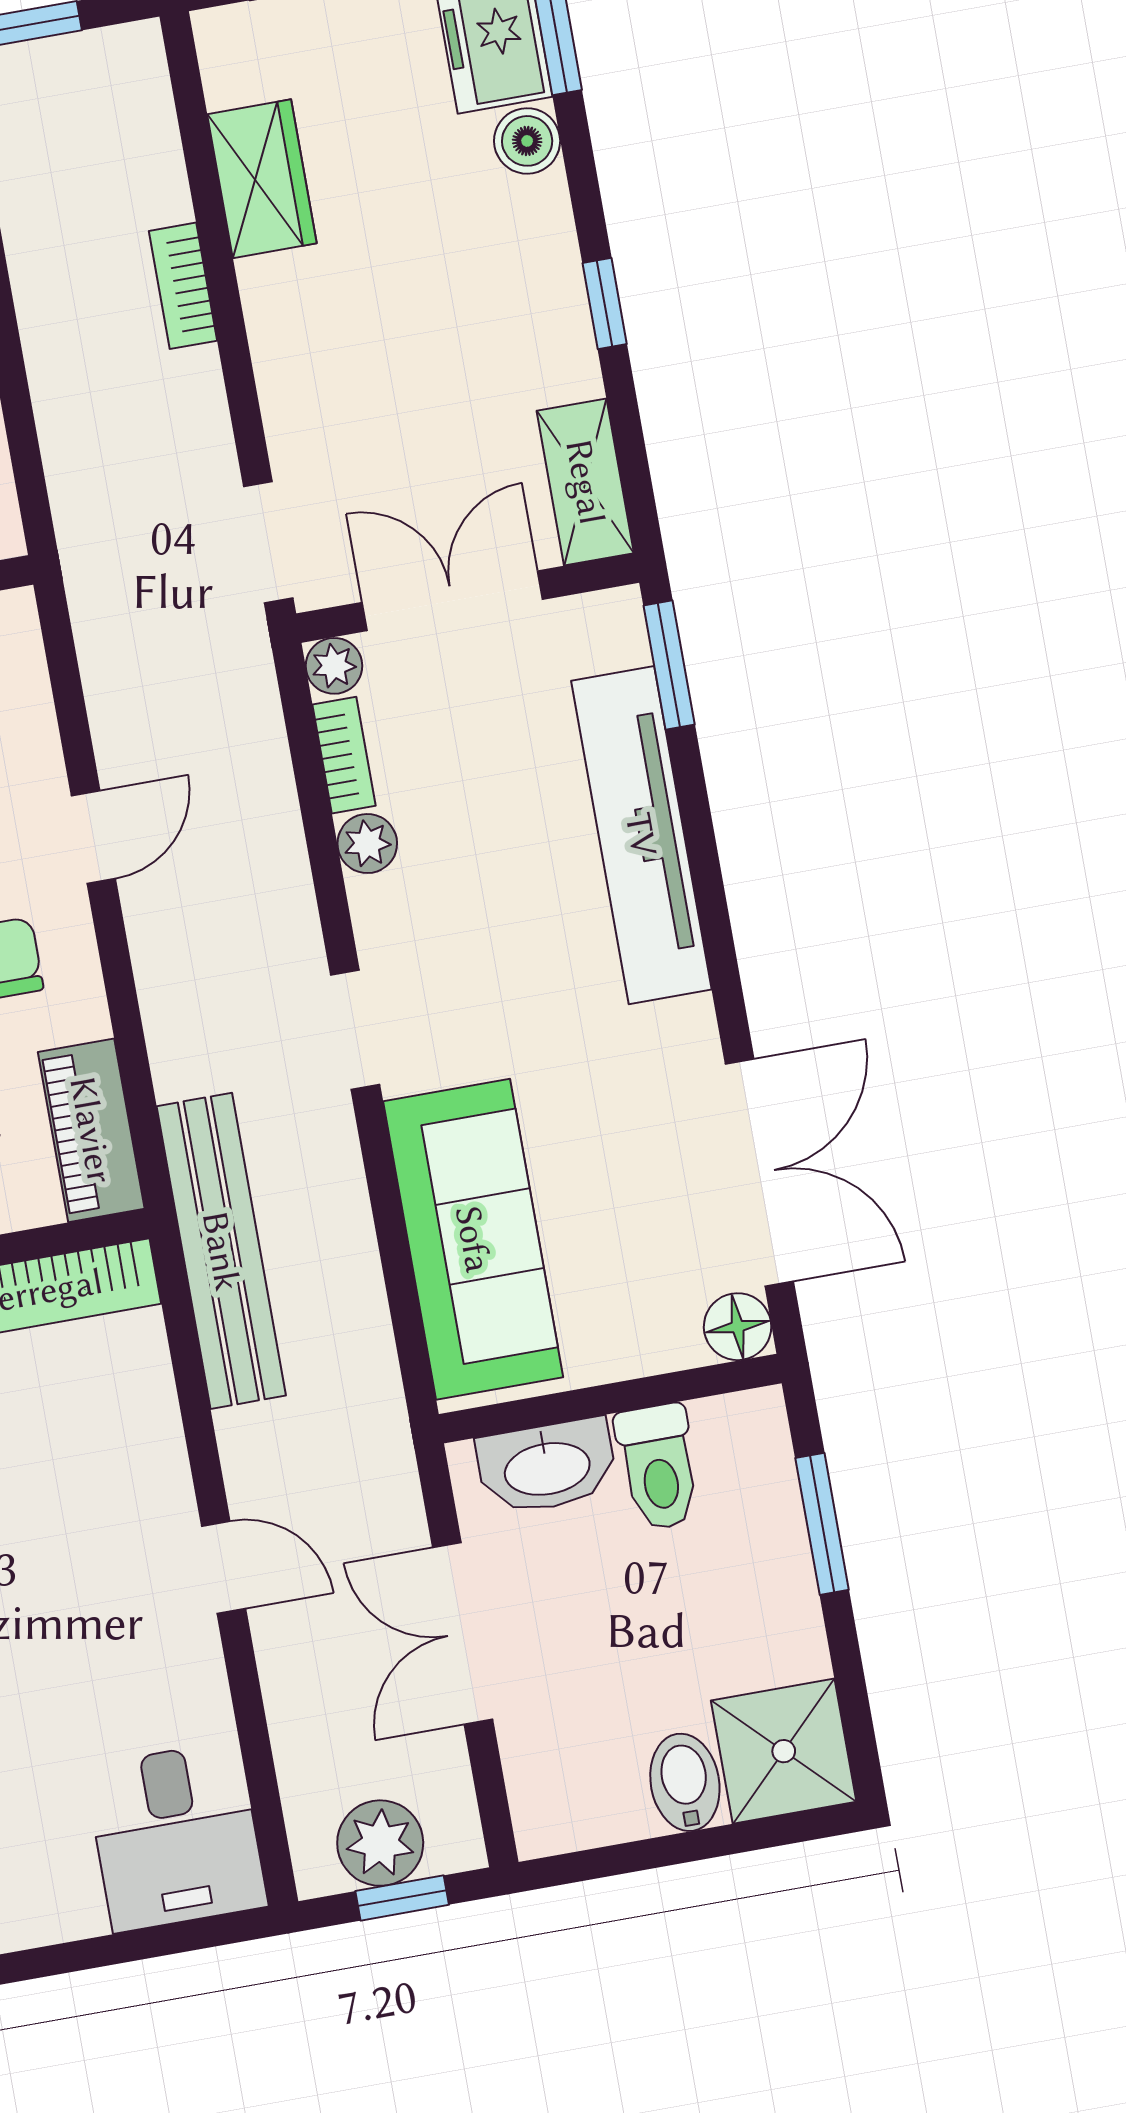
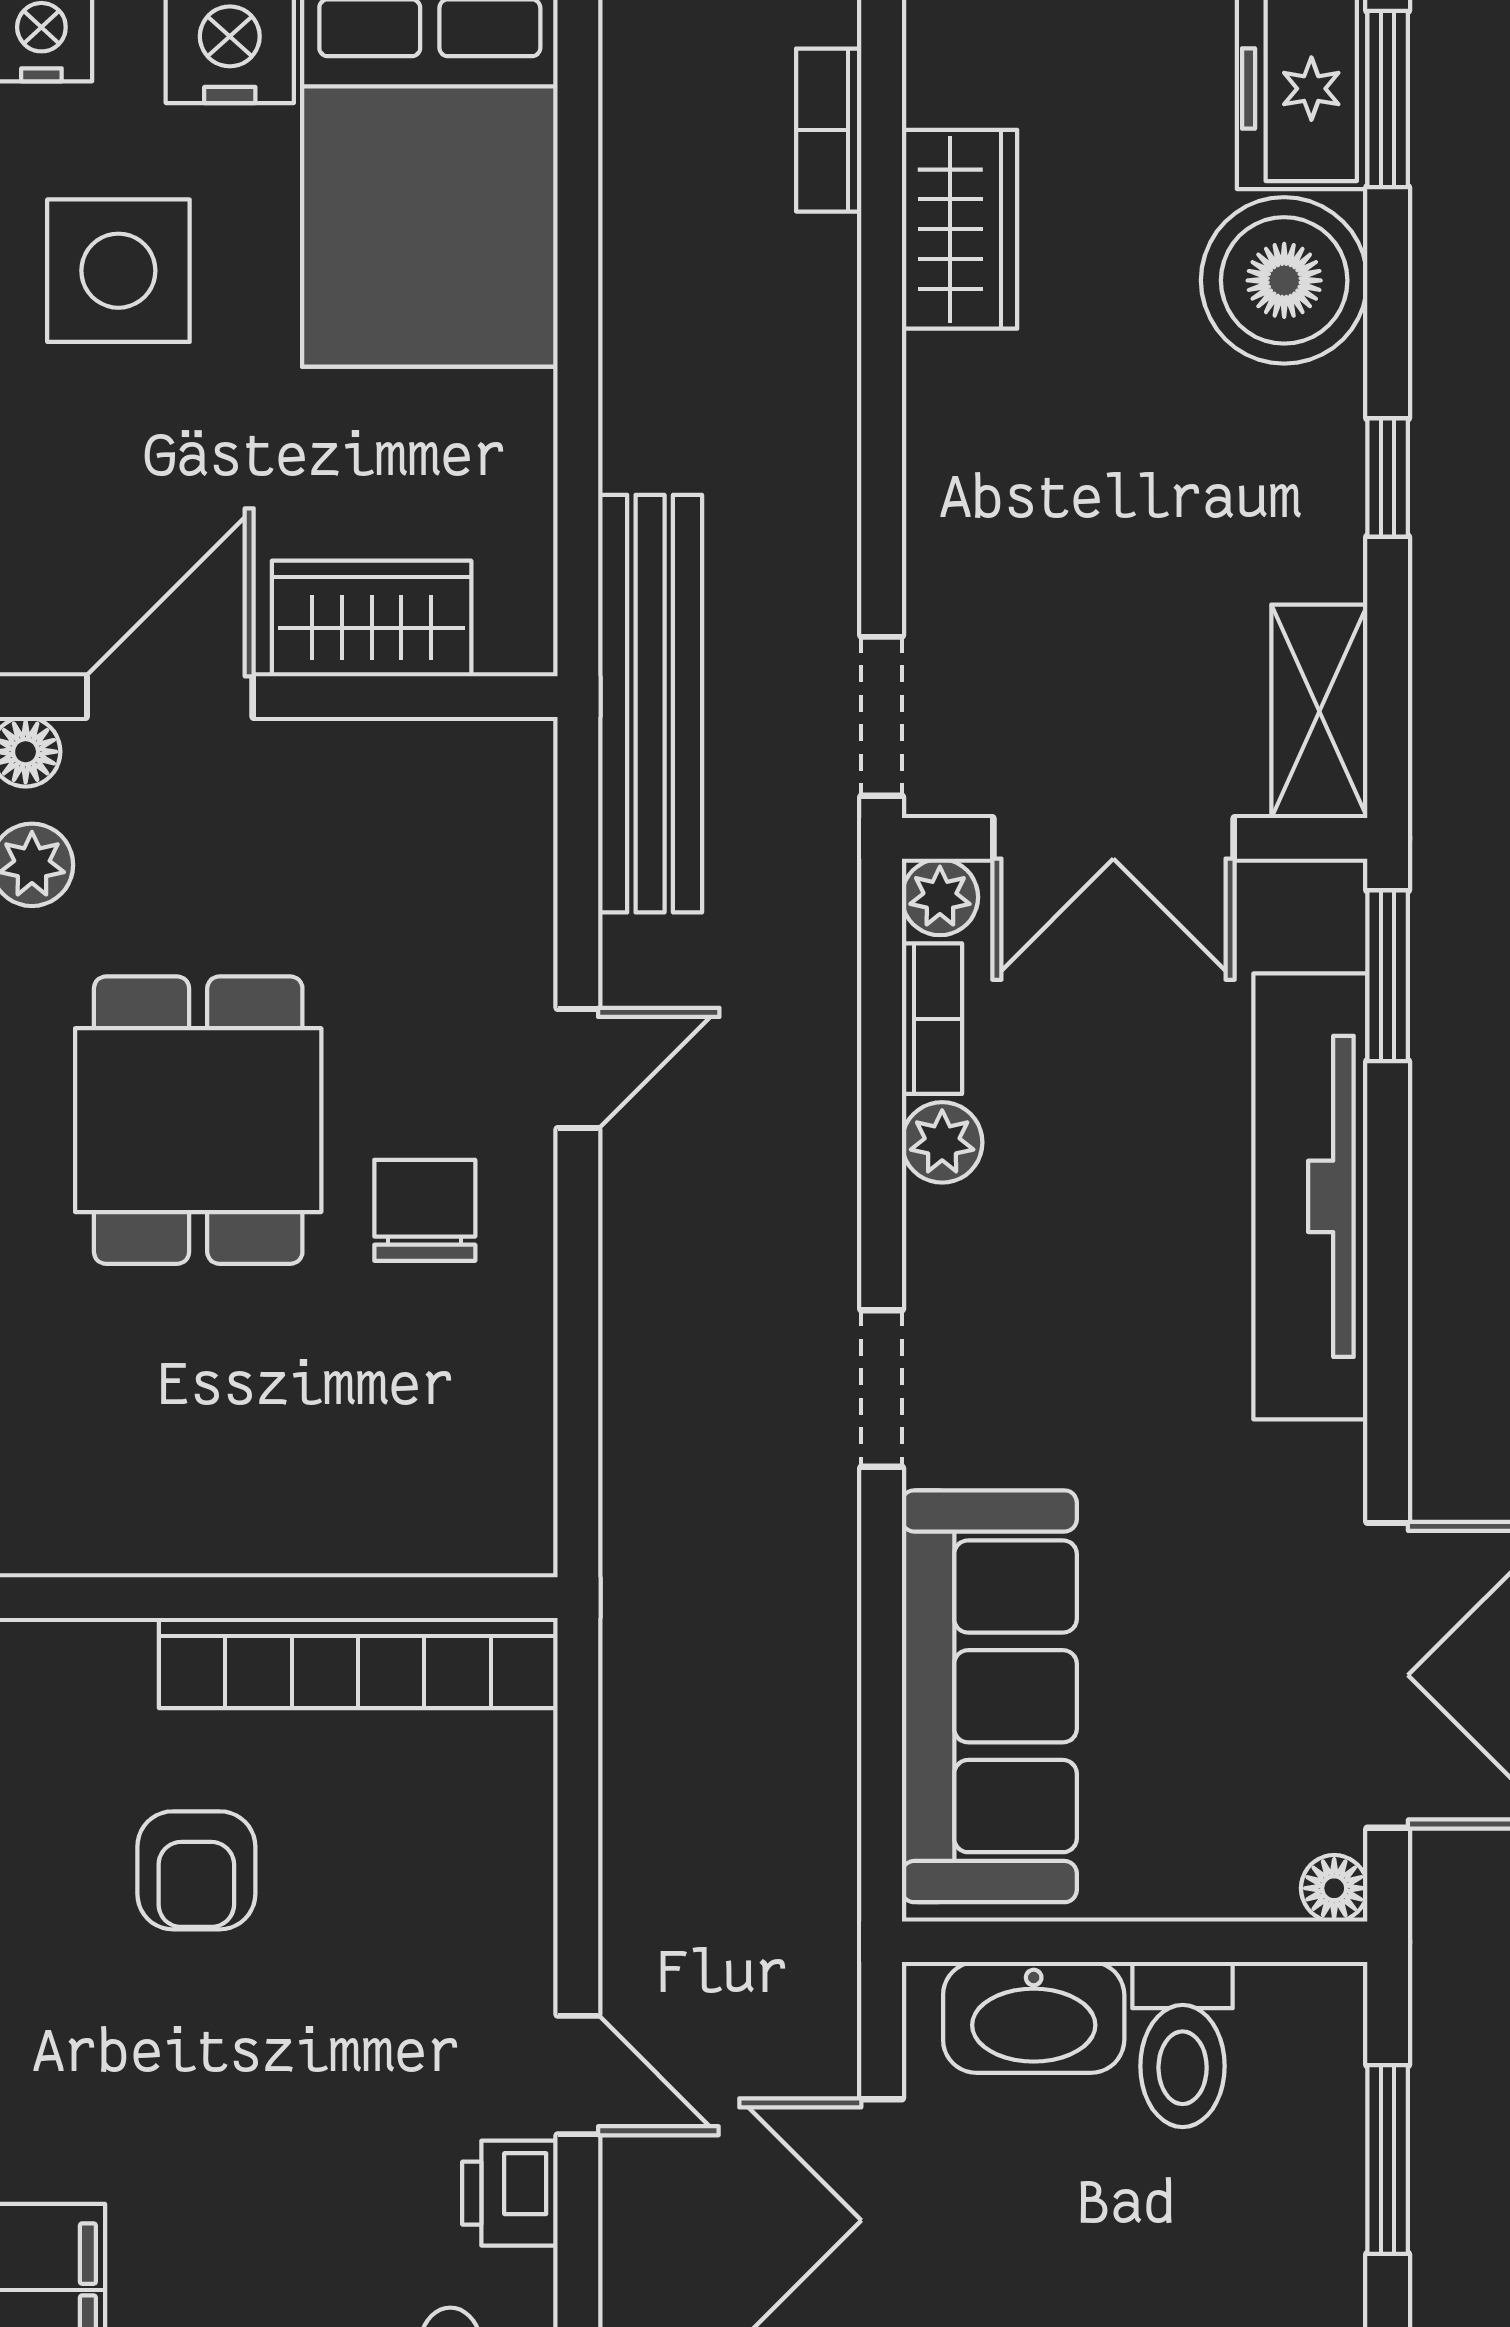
boiler: (527, 141) -> (1284, 280), width x1.86, depth x1.86
bookcase: (183, 286) -> (829, 130), moved
double door: (452, 601) -> (1113, 838), swing flipped
piano: (91, 1130) -> (505, 1460), removed
bench: (221, 1251) -> (650, 704), moved
floor lamp: (738, 1327) -> (1334, 1888), width x0.73, depth x0.73
printer: (190, 1662) -> (510, 2193), added

